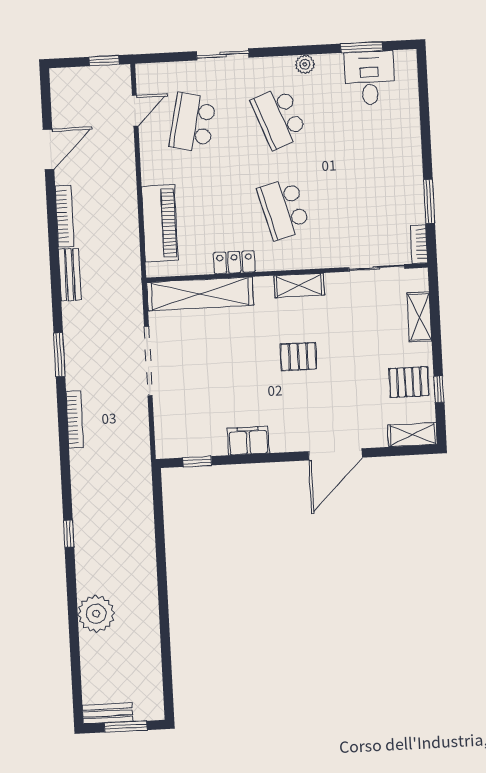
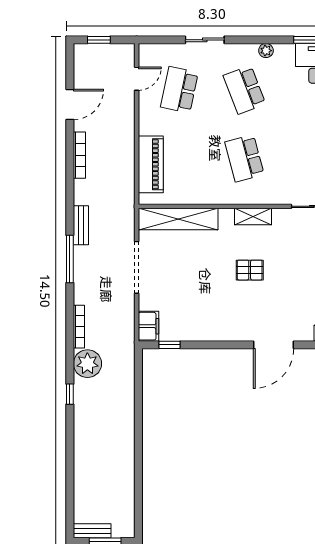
window: (104, 61) -> (99, 40), moved
locker: (234, 262) -> (205, 197), removed
bench: (70, 275) -> (81, 225), moved
window: (59, 355) -> (70, 259), width x1.44
bookcase: (75, 419) -> (79, 327), moved
filing cabinet: (248, 441) -> (148, 326), moved, turned 90
plant: (96, 614) -> (87, 364), moved

